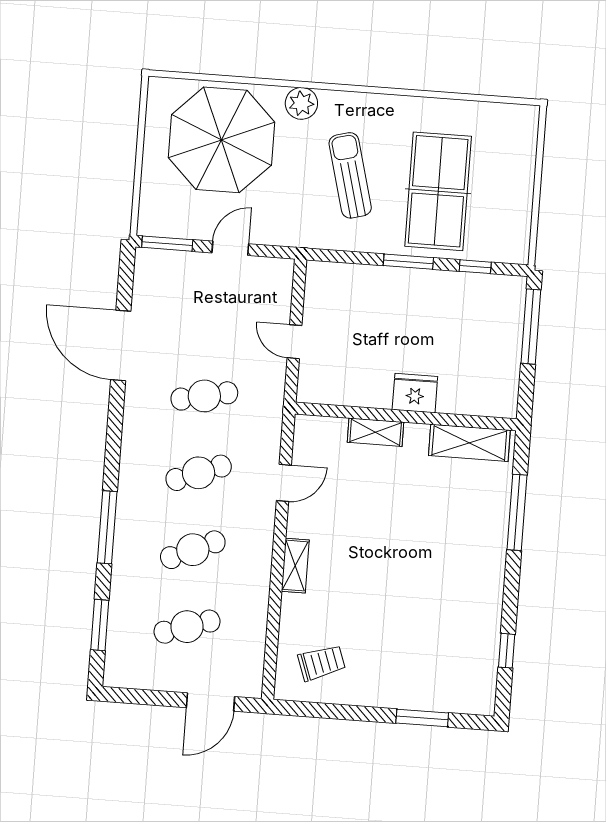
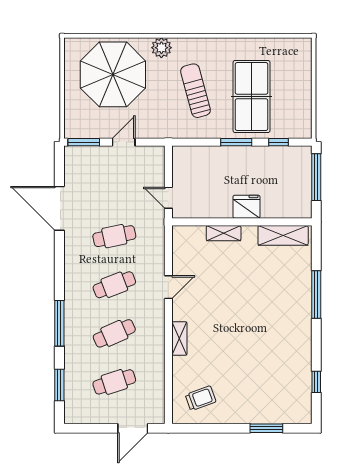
fridge: (415, 393) -> (246, 207), moved
wall: (406, 417) -> (242, 222), moved
shelving: (376, 432) -> (224, 233), moved
shelving: (469, 443) -> (283, 235), moved

